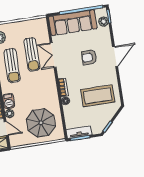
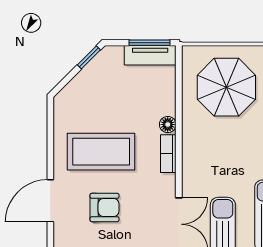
coffee table: (98, 96) -> (101, 152), moved

